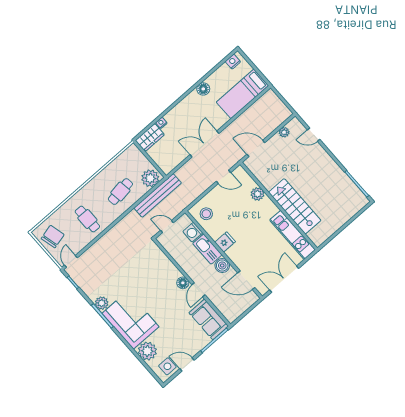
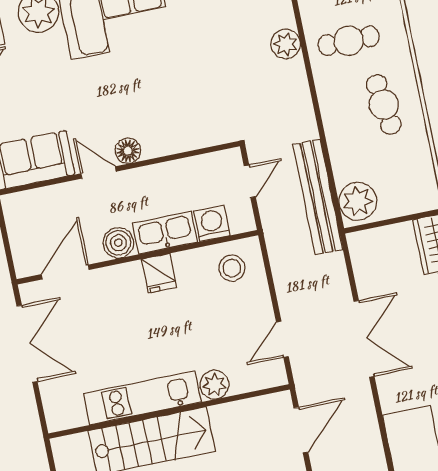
cafe table: (120, 192) -> (384, 105), moved
kitchen unit: (292, 235) -> (142, 398), moved
plant: (103, 244) -> (286, 44), added

